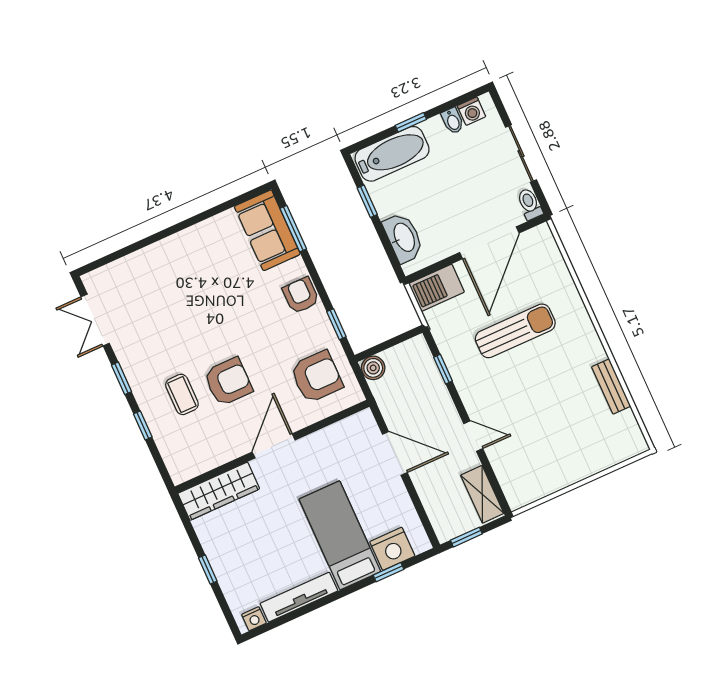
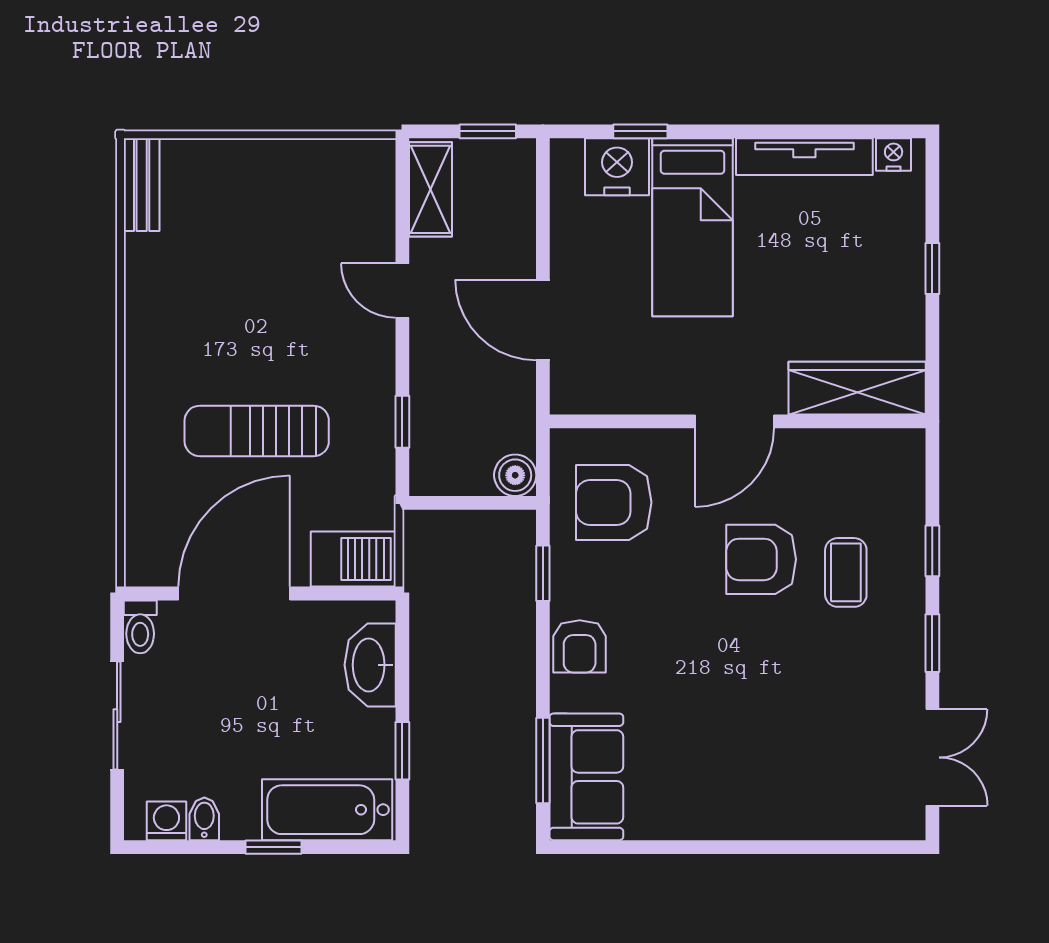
bench: (611, 386) -> (142, 185), moved

